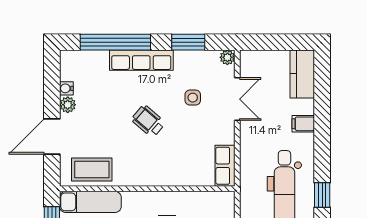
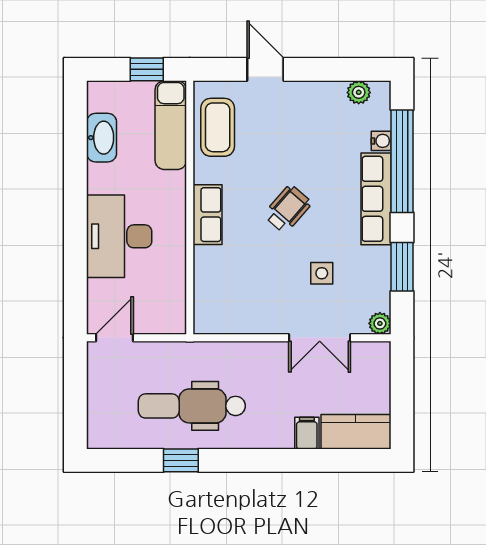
water cooler: (66, 88) -> (381, 141), moved, turned 90
plant: (68, 105) -> (359, 92), moved
filing cabinet: (303, 124) -> (307, 433), moved
door: (52, 137) -> (265, 69), width x0.73
row of seats: (225, 166) -> (207, 215), moved, turned 90

